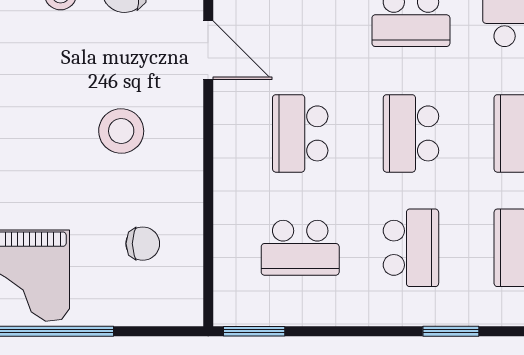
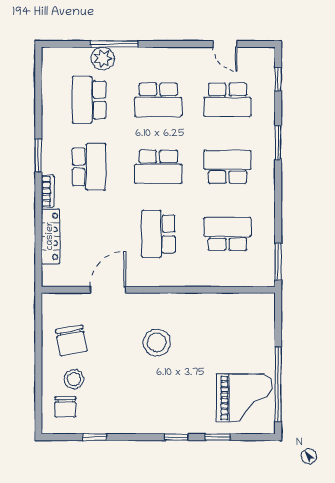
school desk: (300, 133) -> (158, 234), turned 90
chair: (143, 244) -> (225, 329), removed
school desk: (300, 248) -> (228, 234), turned -90

